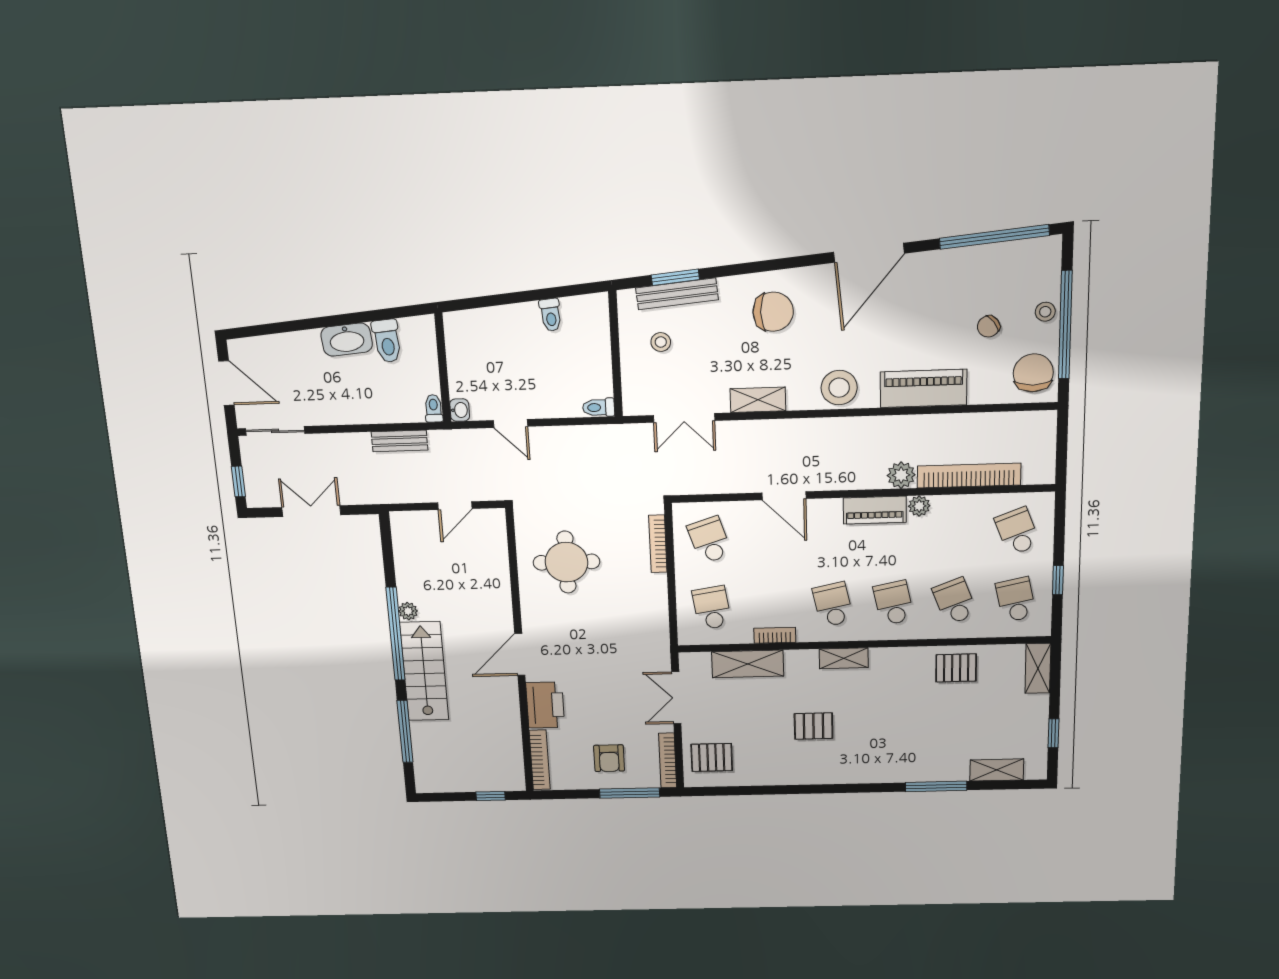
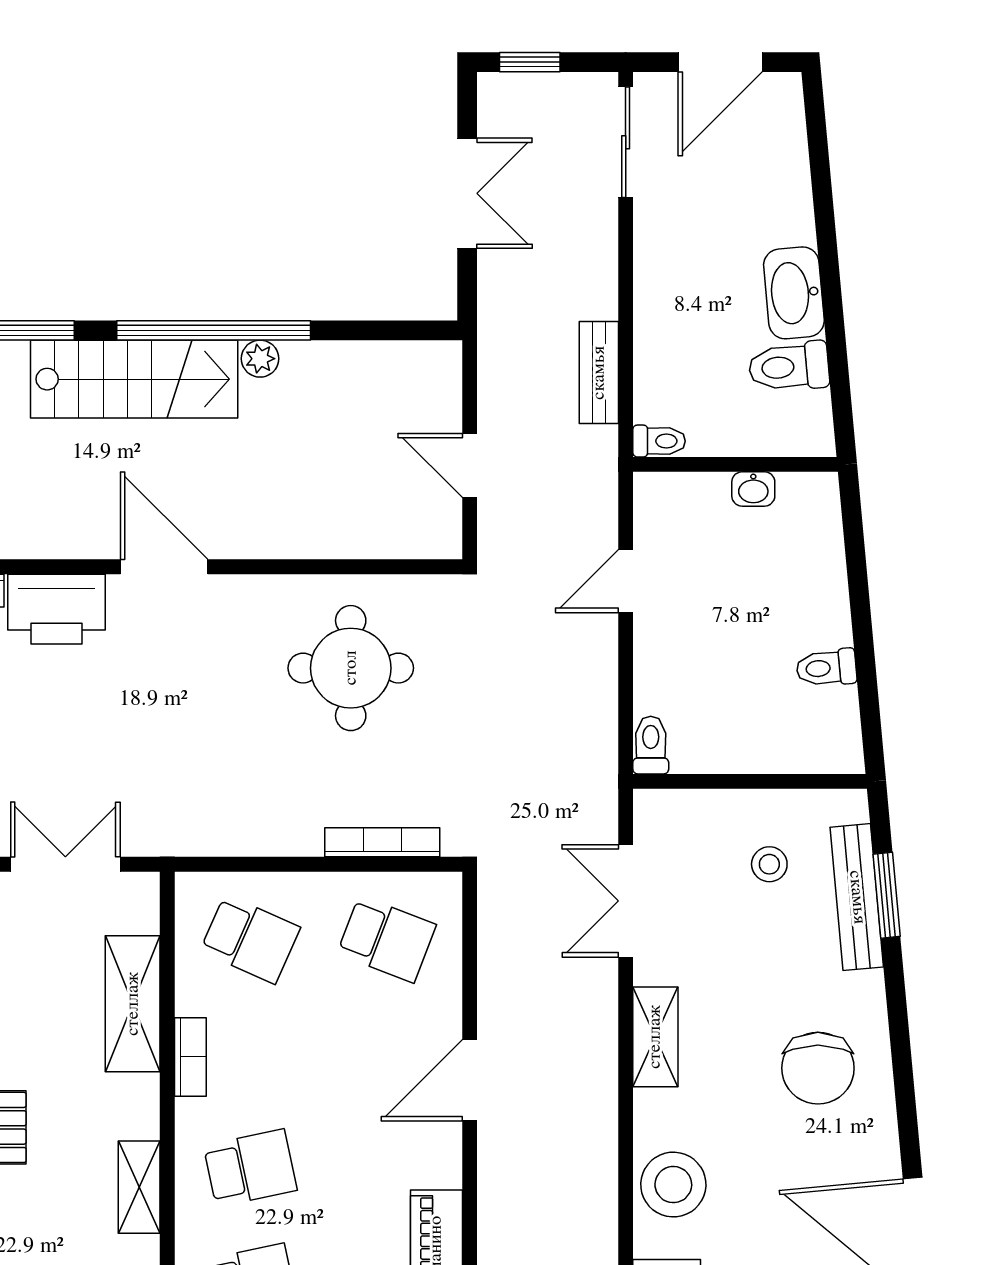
washbasin: (460, 410) -> (753, 489), moved
school desk: (709, 540) -> (387, 939), turned 39
school desk: (712, 608) -> (250, 939), turned 33

